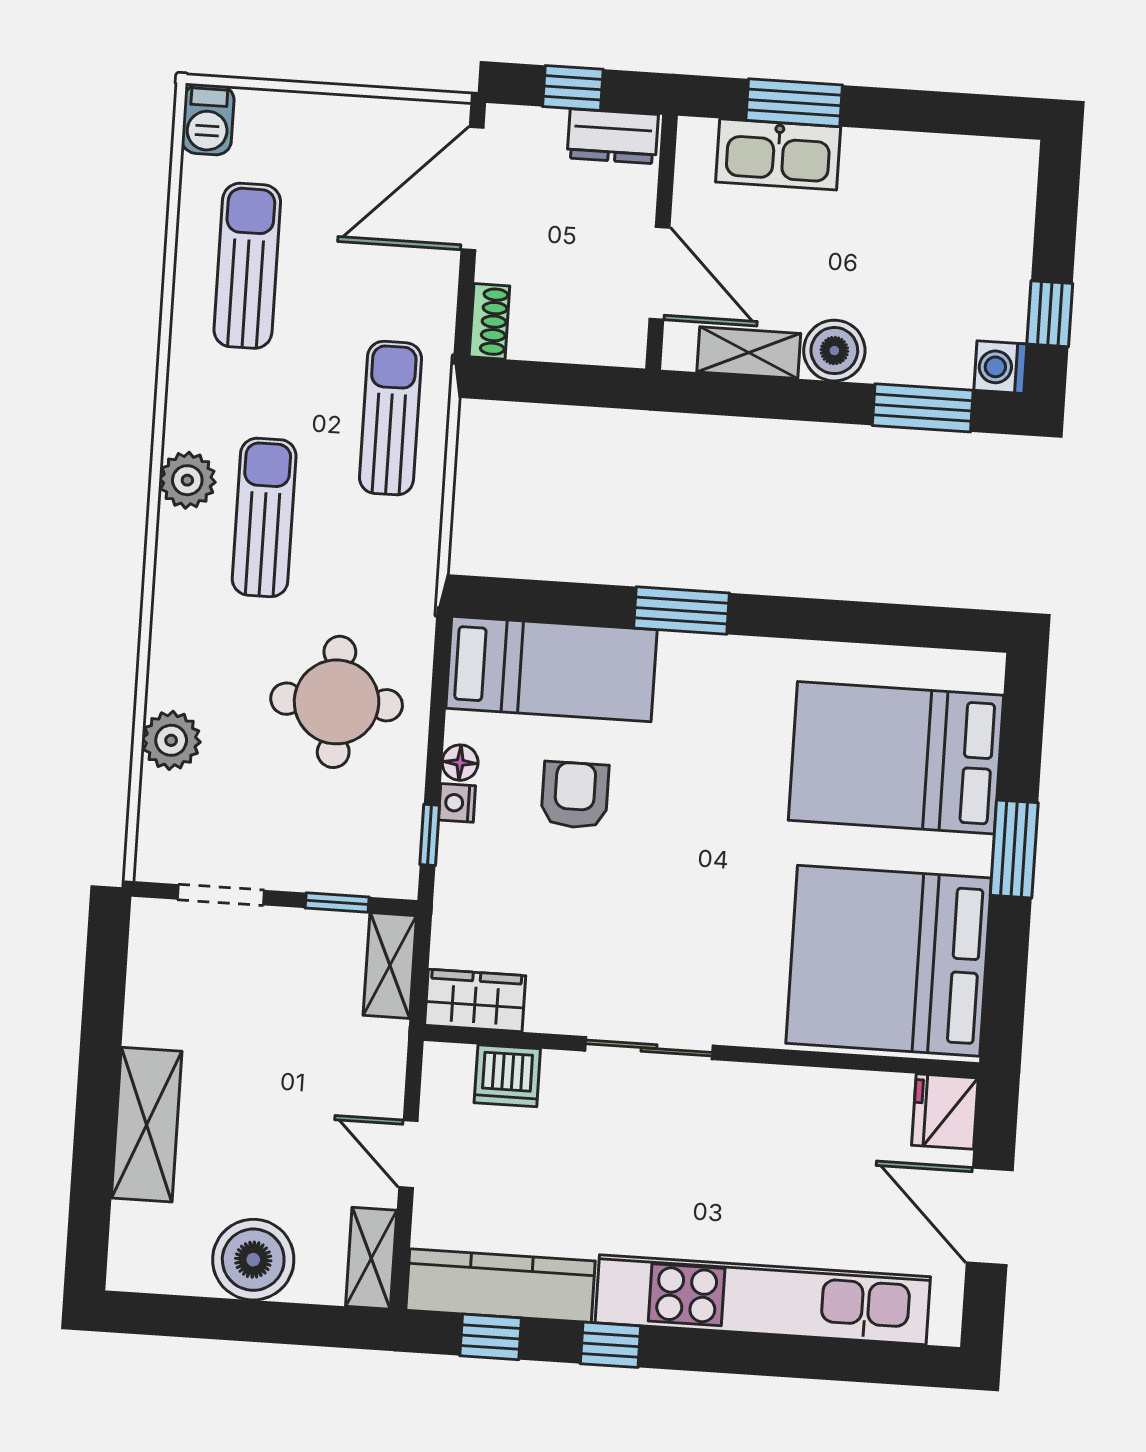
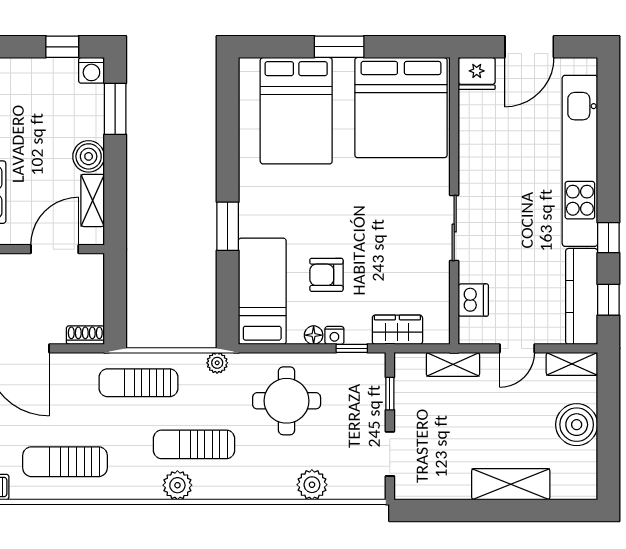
plant: (419, 573) -> (217, 363), added
shelving: (390, 965) -> (453, 364), moved
wardrobe: (475, 1000) -> (397, 330), moved, turned 90

